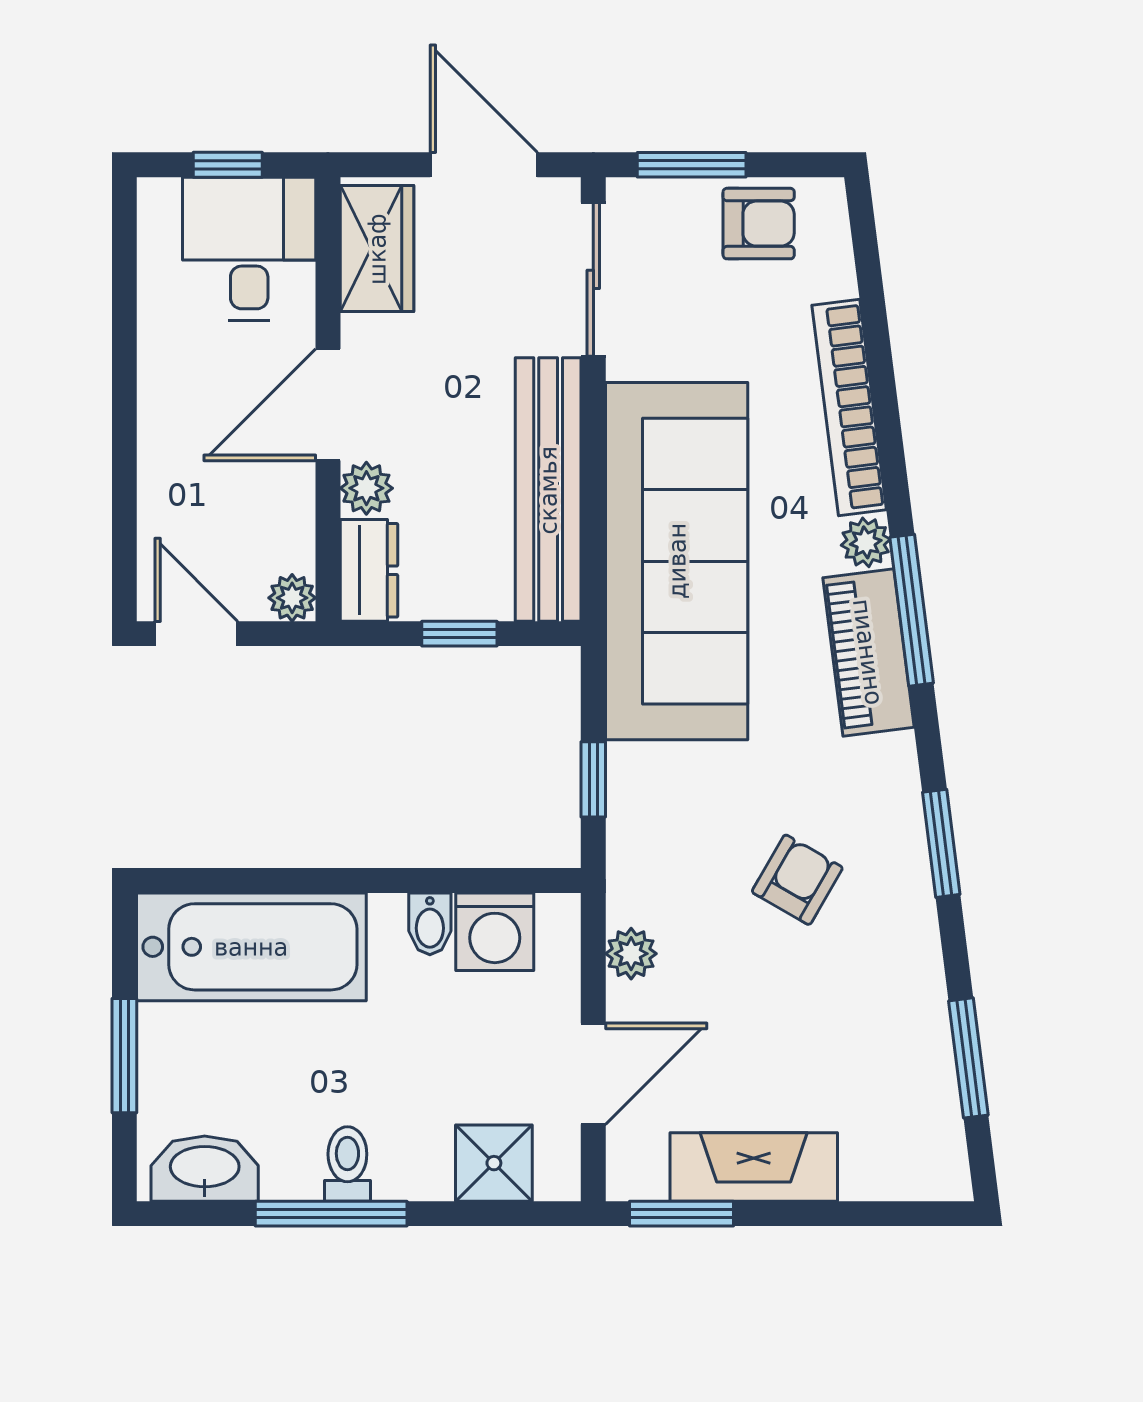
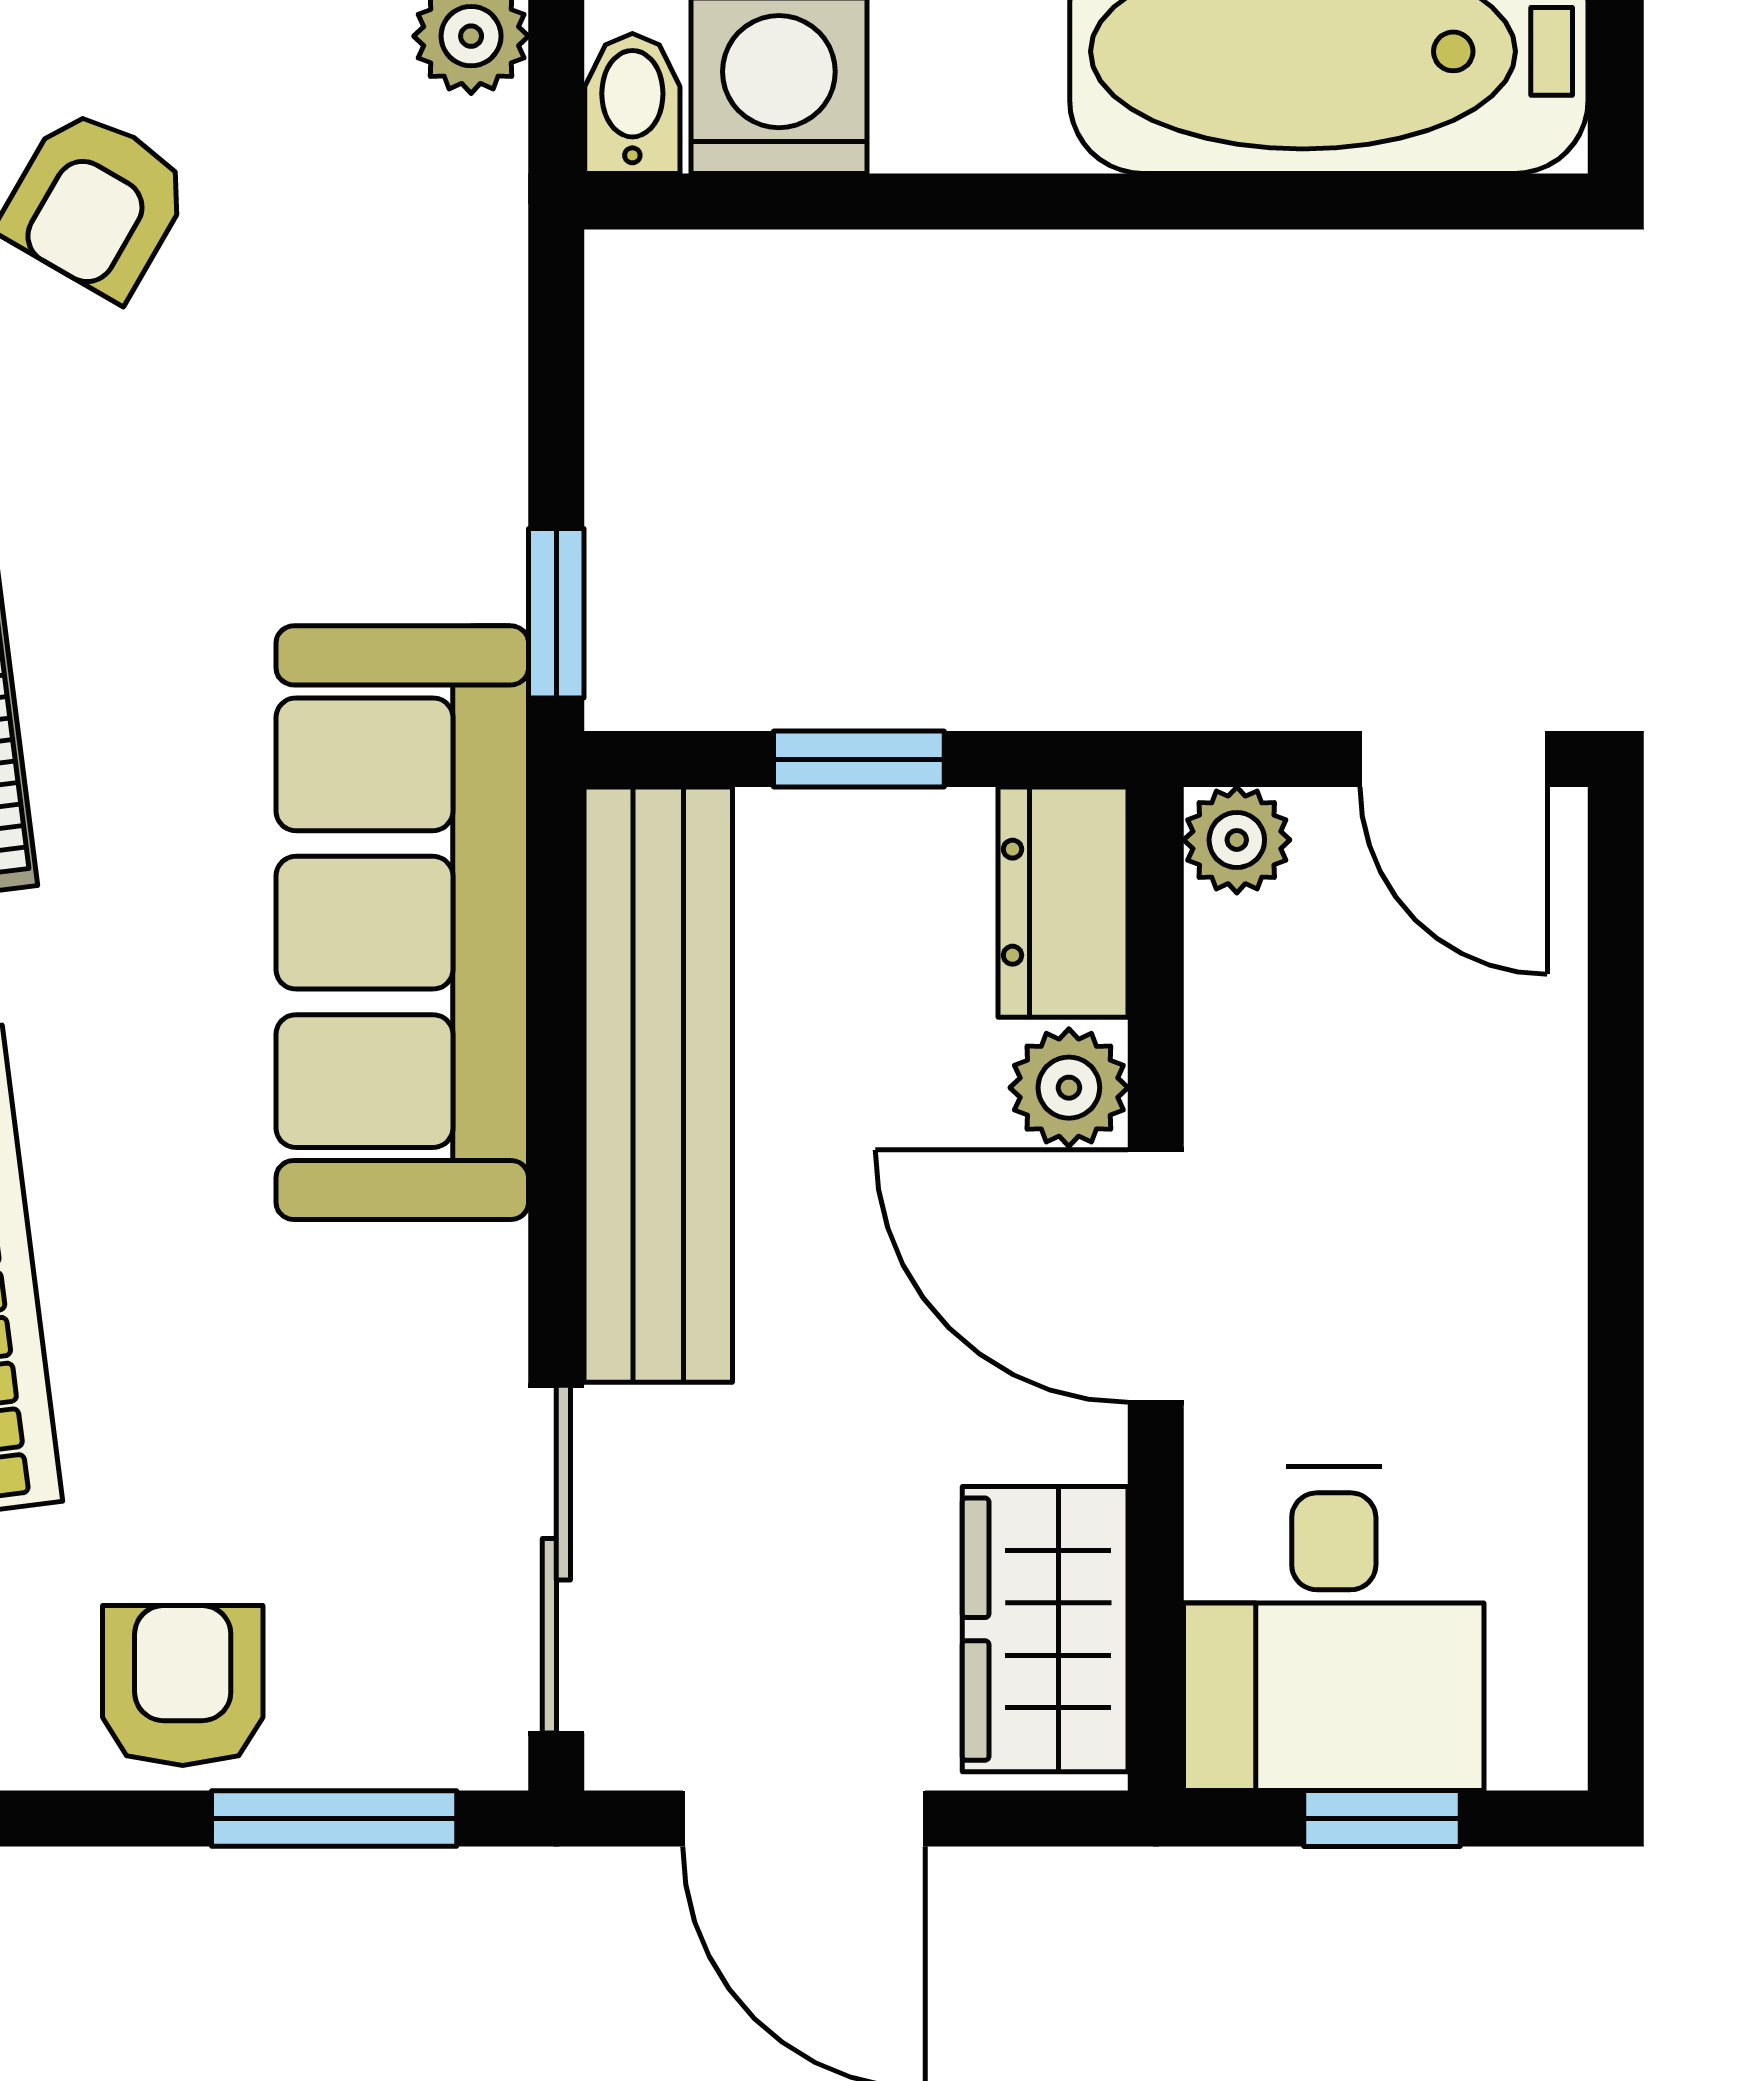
armchair: (759, 224) -> (183, 1686), turned 90
door: (328, 405) -> (1156, 1276), swing flipped
sofa: (677, 561) -> (402, 923), width x0.74, depth x0.79
window: (593, 779) -> (556, 613), moved
bidet: (430, 924) -> (632, 104), moved

